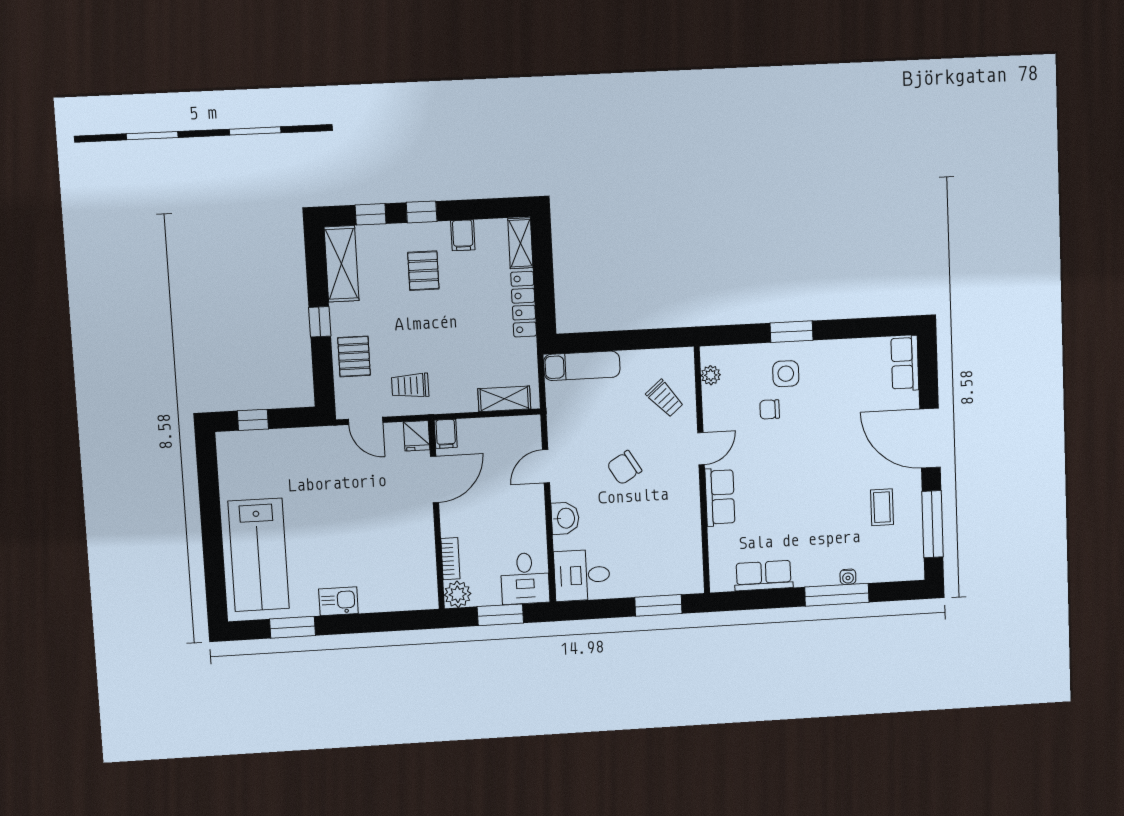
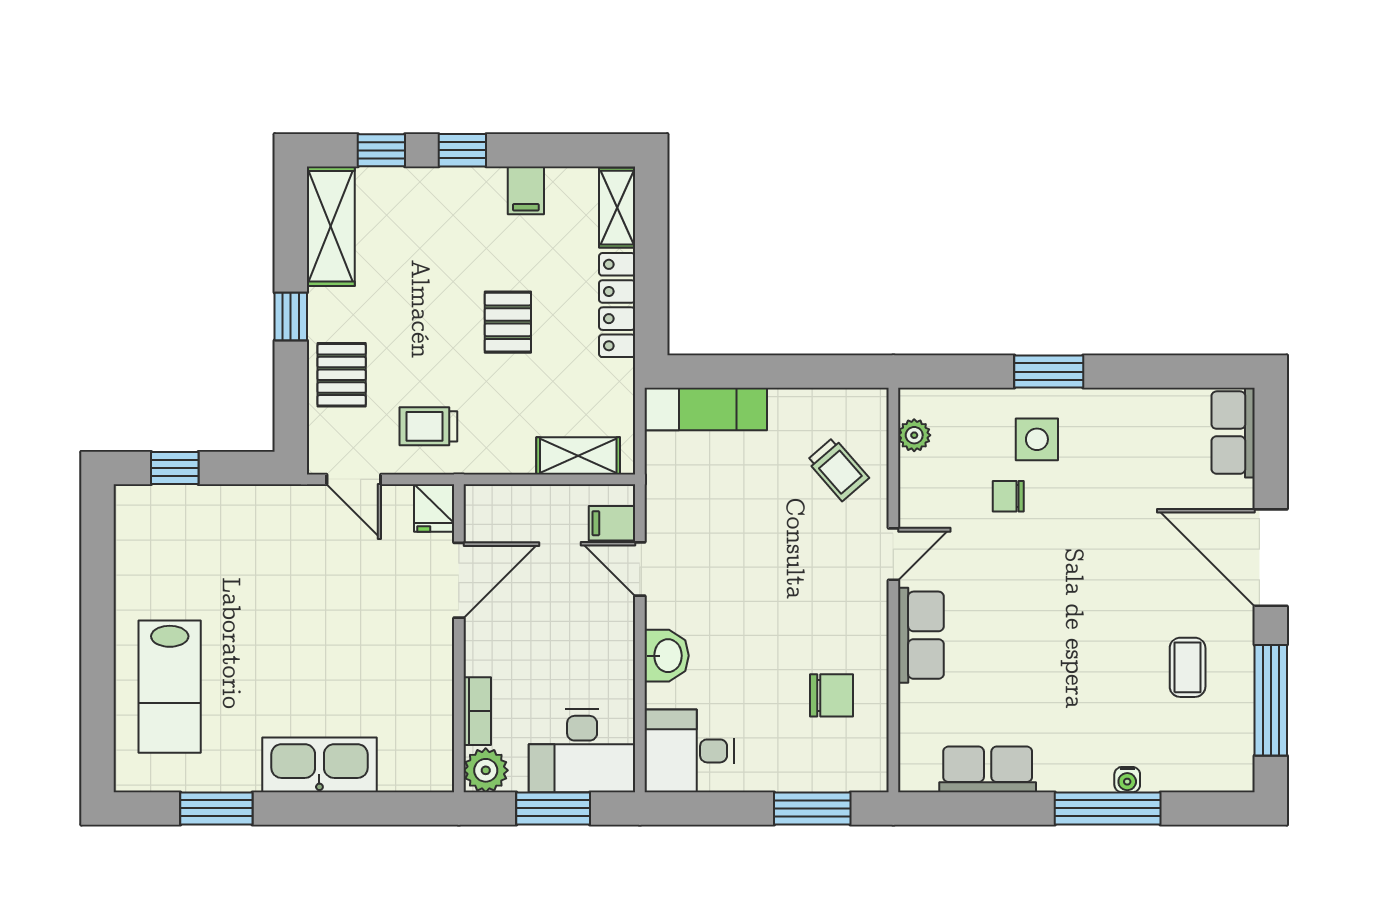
pallet: (423, 271) -> (508, 322), moved
filing cabinet: (446, 434) -> (612, 523), moved, turned 90
door: (546, 466) -> (640, 569), hinge flipped
chair: (624, 468) -> (832, 695), moved, turned -149
lab bench: (259, 555) -> (170, 687), width x0.73, depth x0.72
desk: (525, 578) -> (582, 751), width x1.37
kitchen sink: (338, 601) -> (319, 765), width x1.88, depth x1.24

